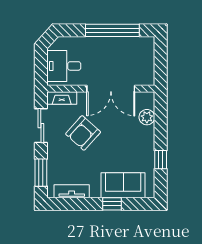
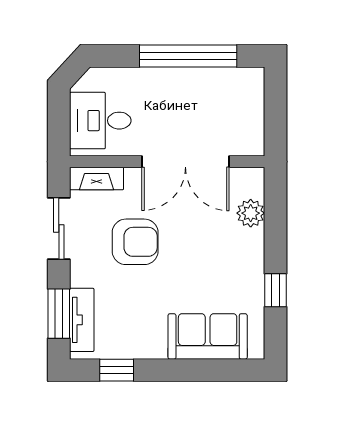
armchair: (83, 133) -> (135, 242), turned -132
tv unit: (72, 191) -> (82, 320), moved, turned 90
window: (112, 204) -> (117, 370), moved

